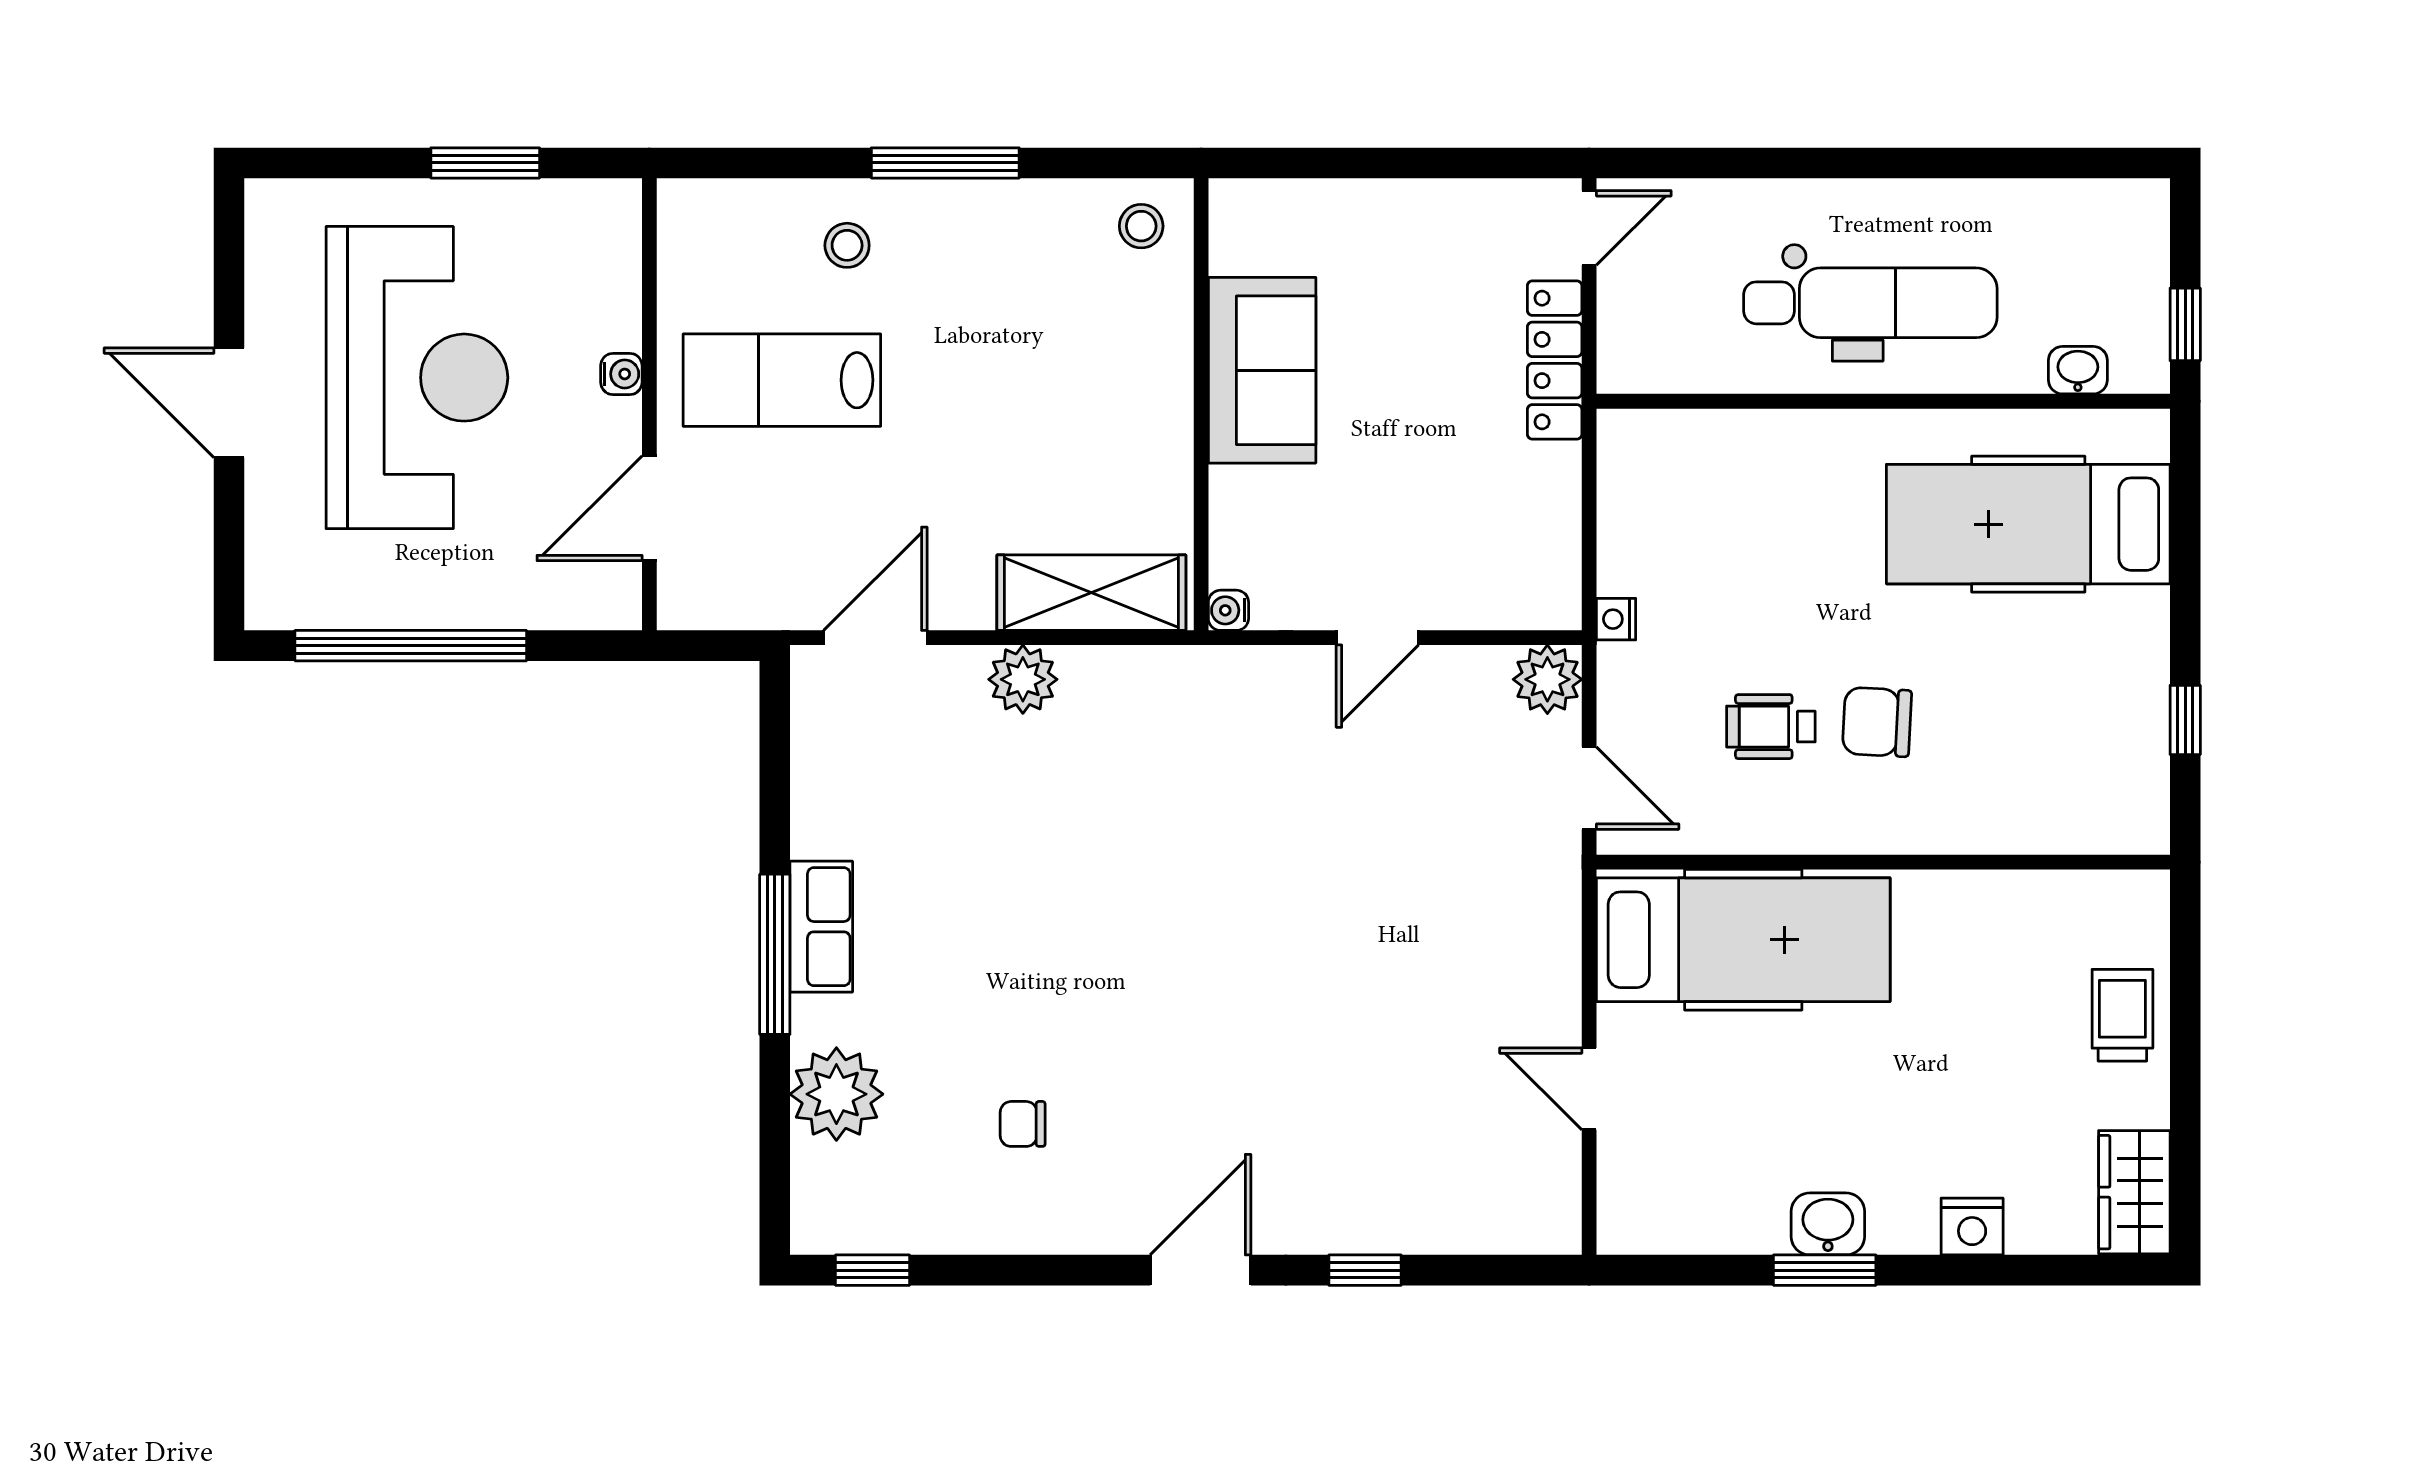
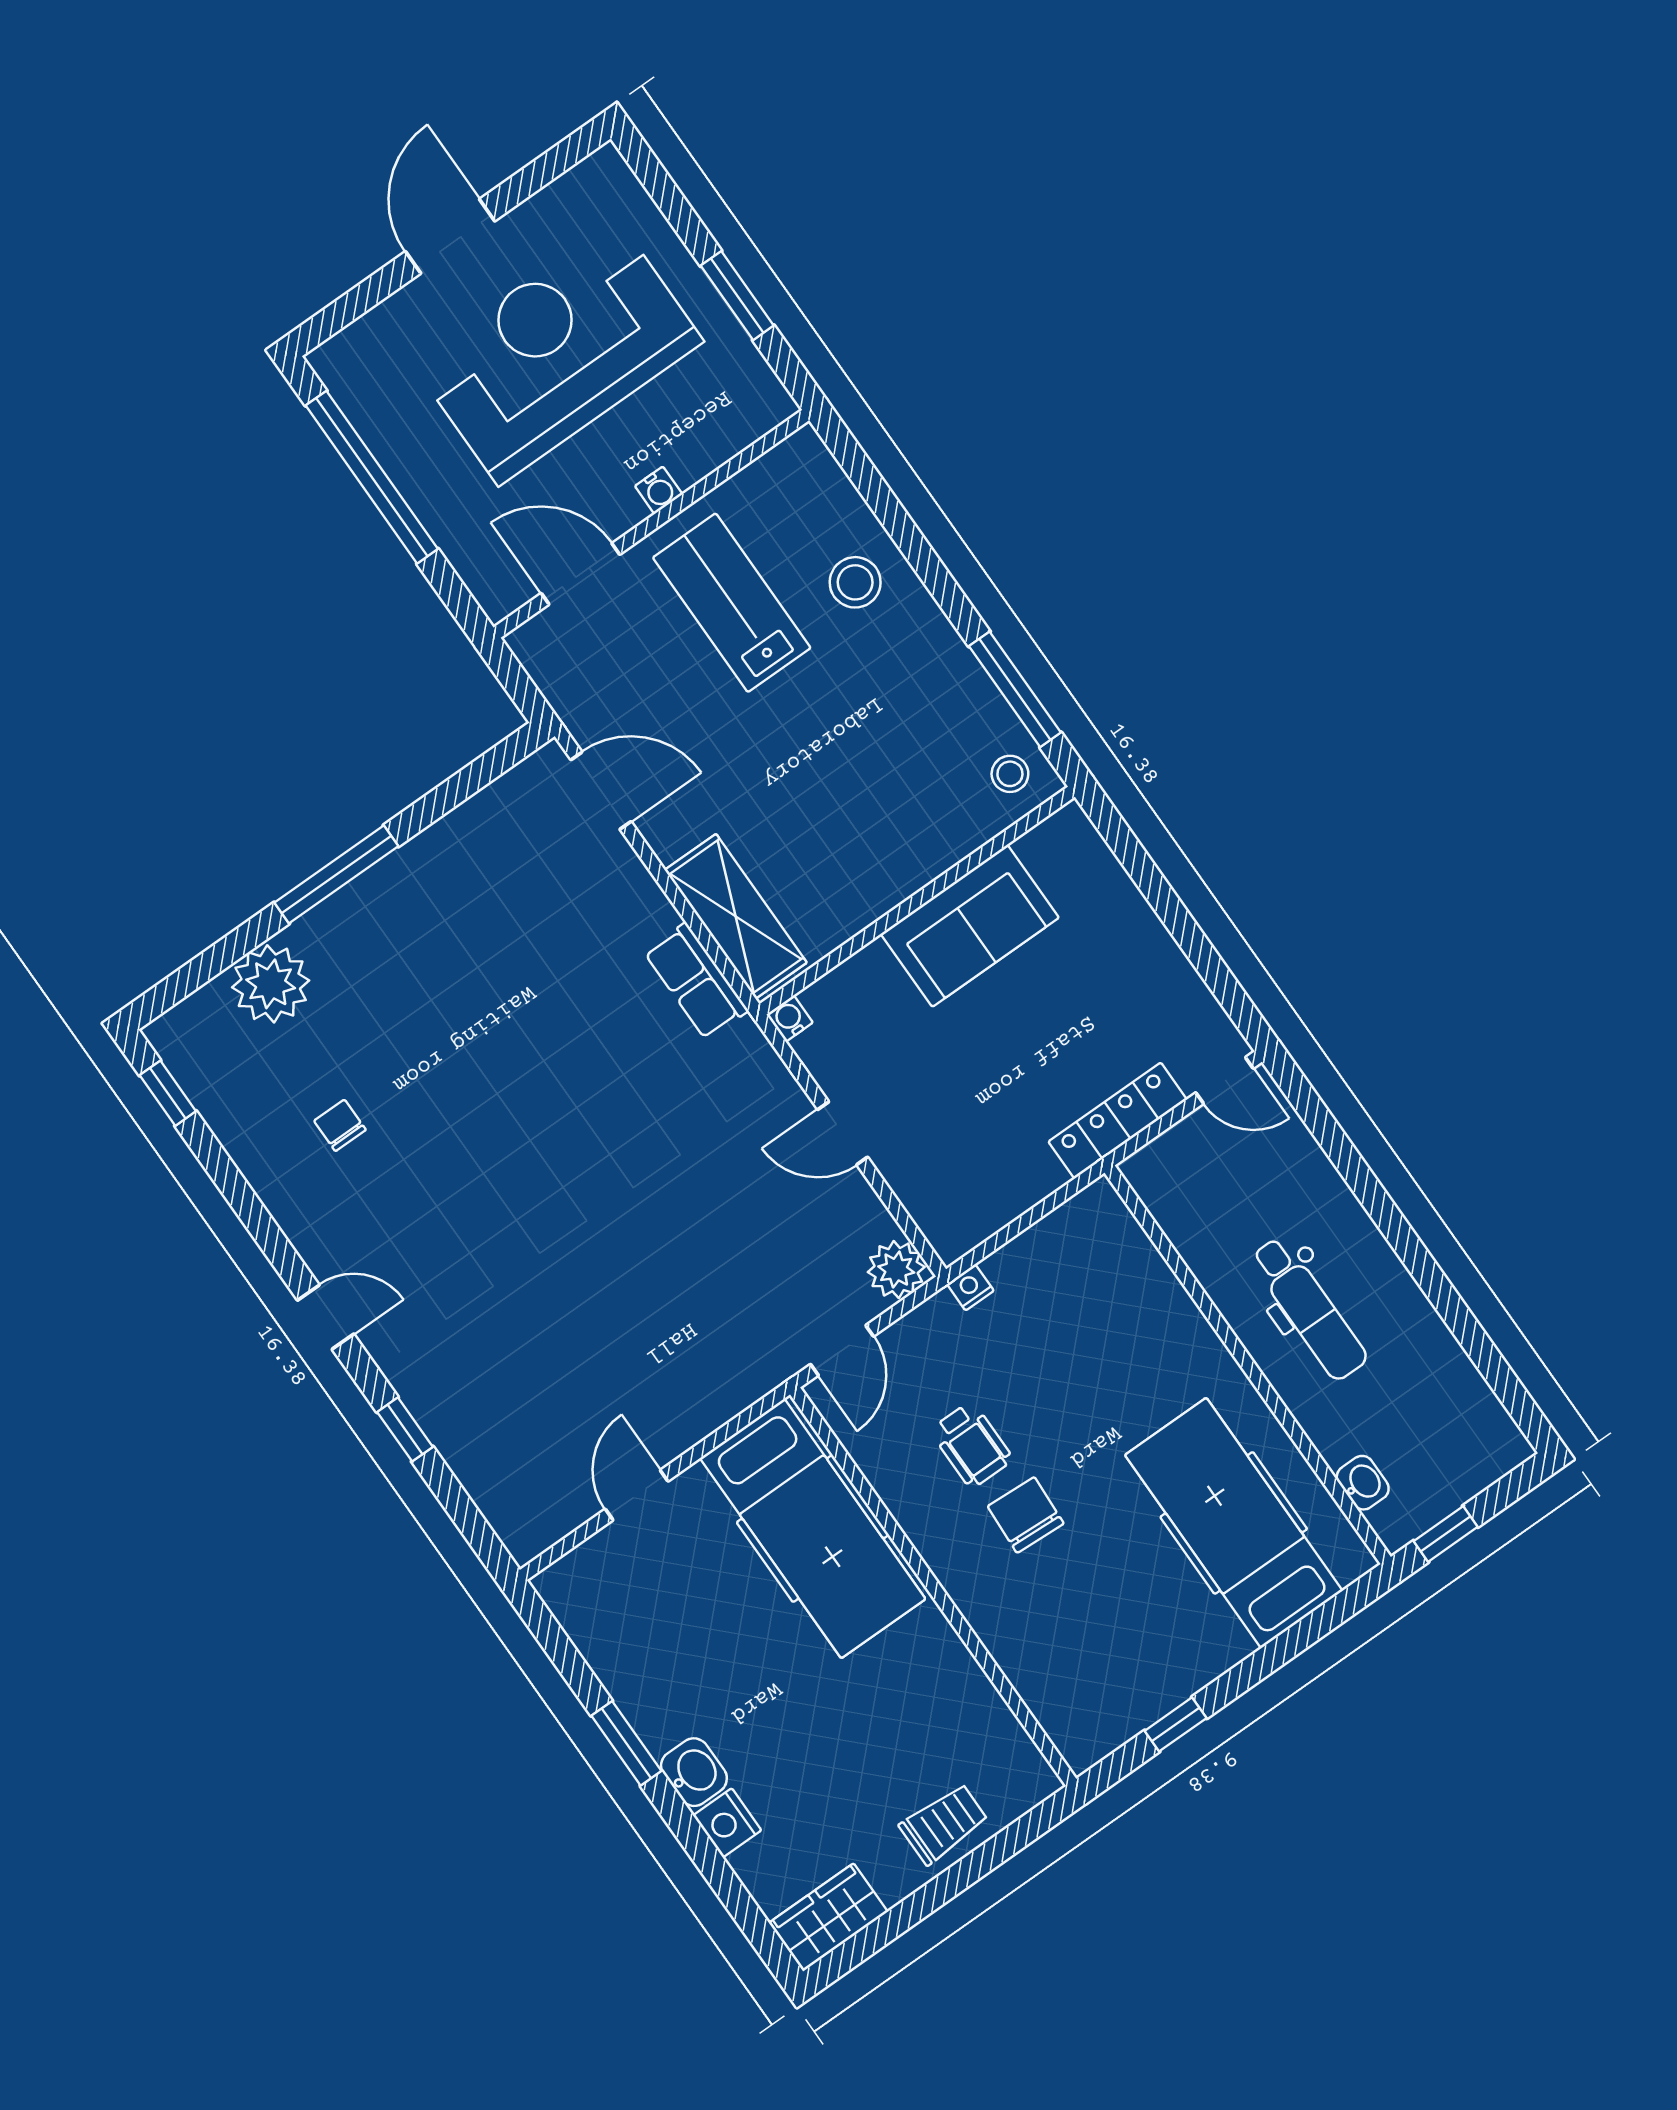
window: (945, 163) -> (1015, 689), moved
stool: (847, 245) -> (855, 582), width x1.37, depth x1.37
dental chair: (1870, 303) -> (1309, 1309), width x0.73, depth x0.72
reception desk: (417, 378) -> (558, 352), turned 180
plant: (1023, 679) -> (644, 911), removed
wheelchair: (1771, 727) -> (972, 1445), turned 180
row of seats: (821, 927) -> (696, 981), moved, turned 90
washbasin: (1828, 1224) -> (694, 1772), moved
door: (1200, 1270) -> (326, 1317), width x0.73

